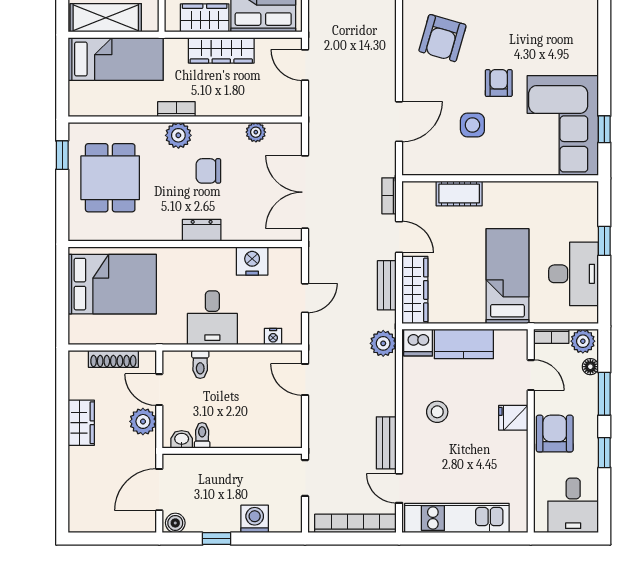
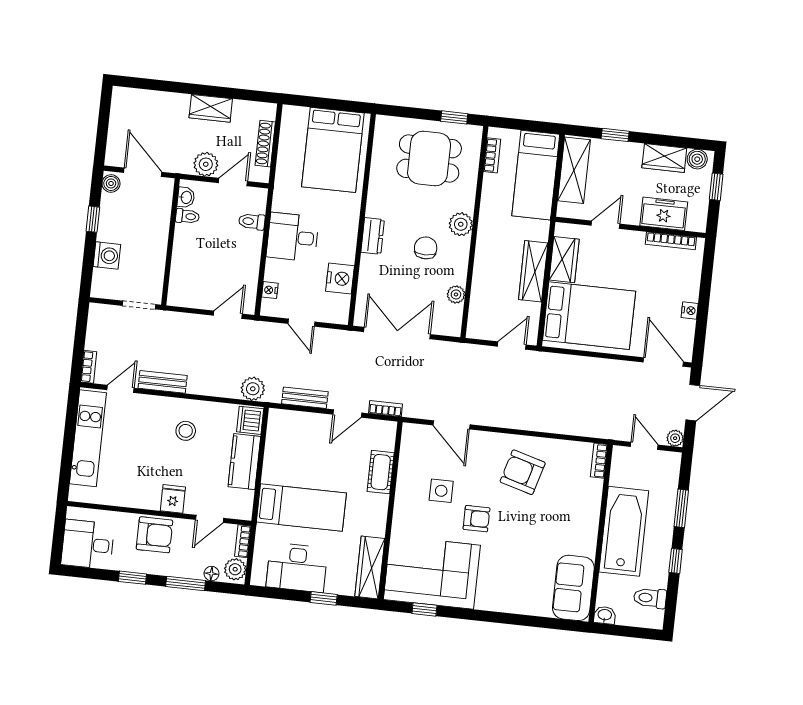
bookcase: (176, 109) -> (492, 155), moved
wardrobe: (415, 290) -> (370, 567), moved, turned 90
bookcase: (355, 523) -> (89, 367), width x0.43, depth x0.76

